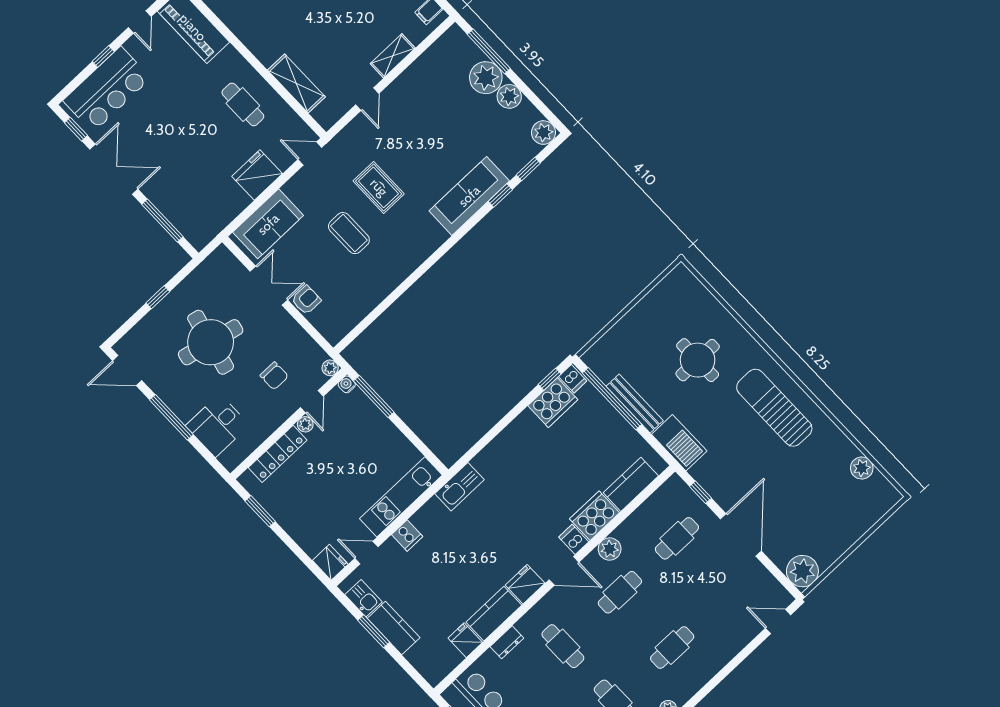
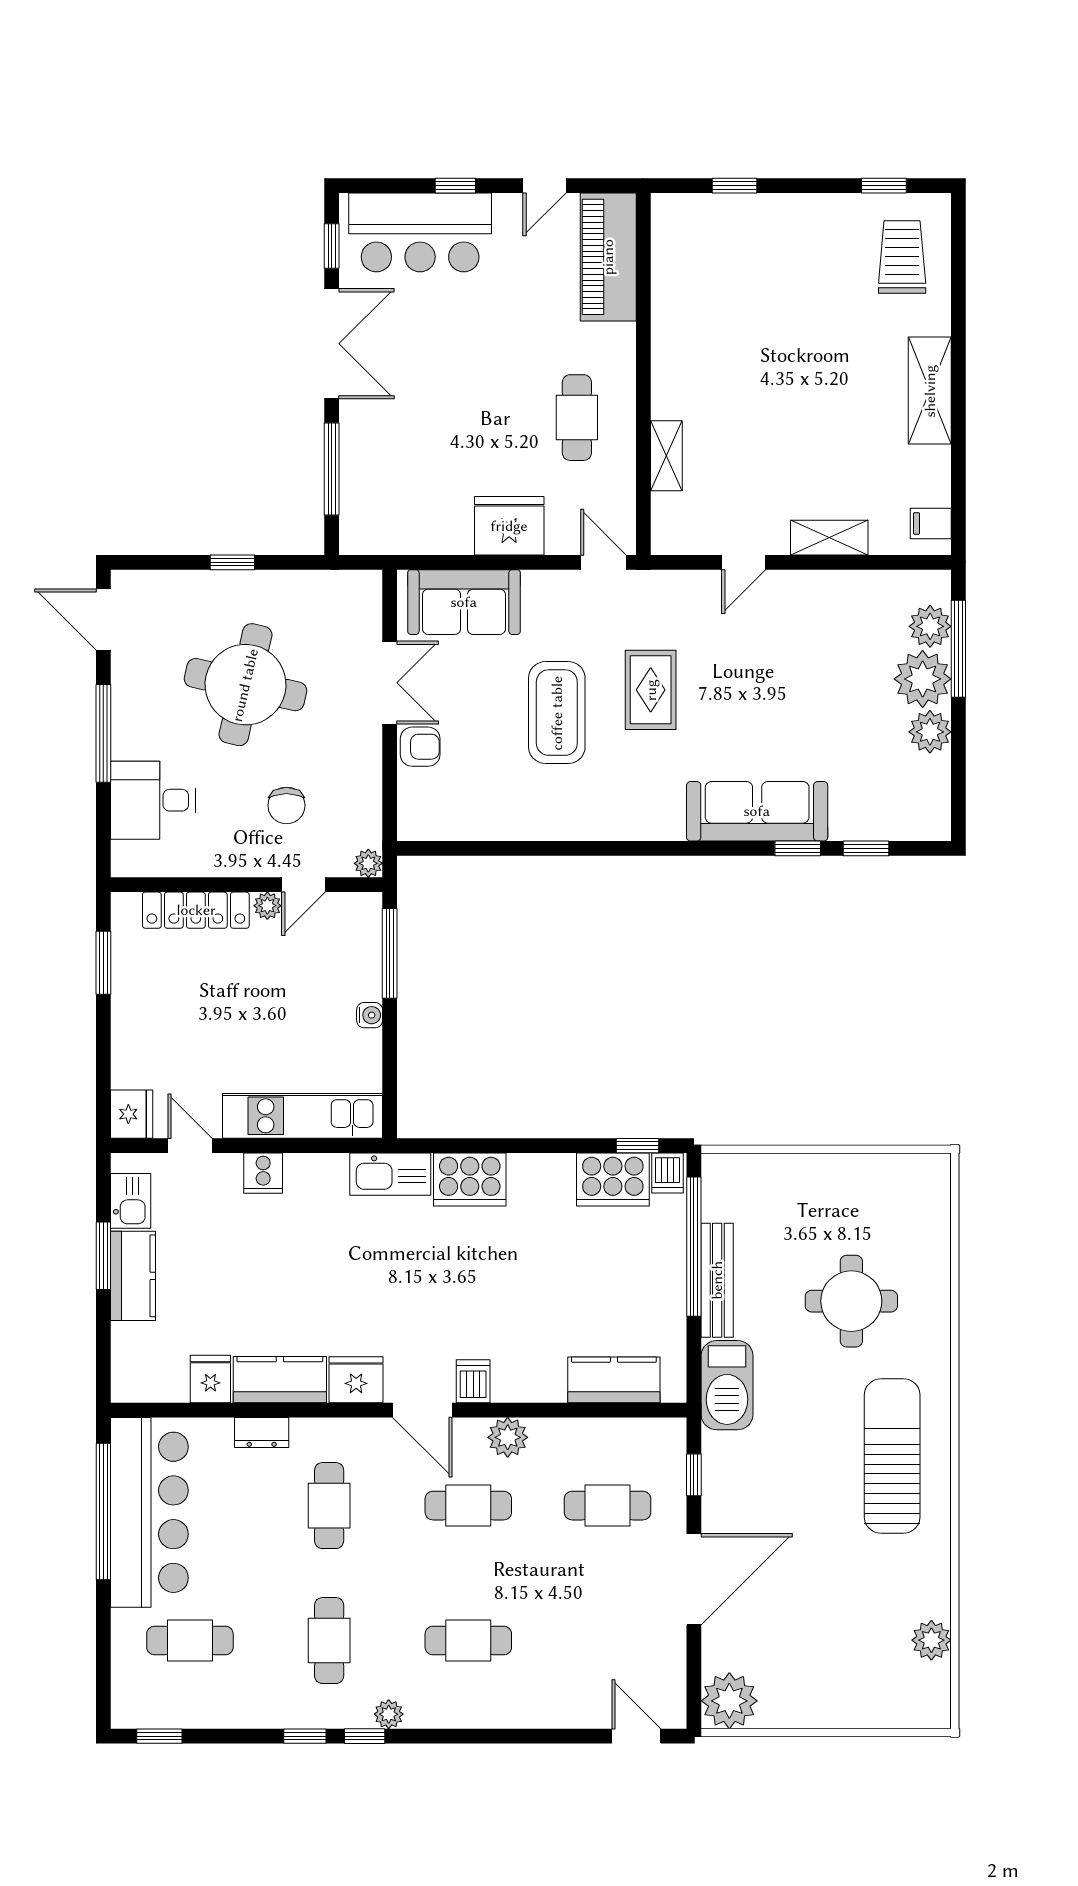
shelving: (296, 83) -> (666, 456), width x0.67, depth x0.75
plant: (544, 133) -> (930, 626), moved
coffee table: (349, 233) -> (557, 713), width x1.36, depth x1.32
water cooler: (347, 384) -> (370, 1015), moved, turned 90
cooker: (595, 516) -> (470, 1179), moved, turned 180

